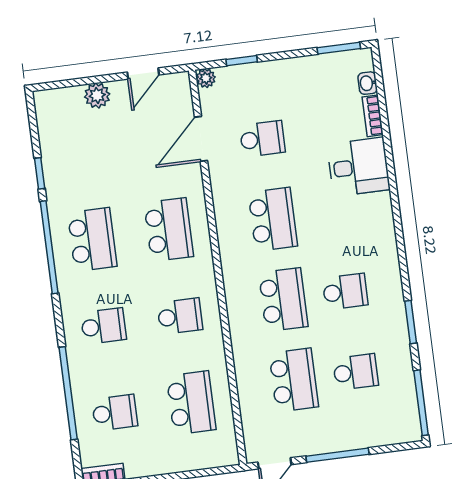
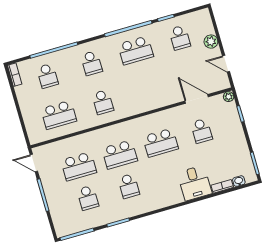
school desk: (169, 230) -> (180, 38), moved, width x0.54

